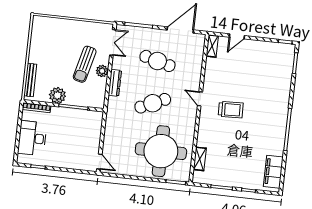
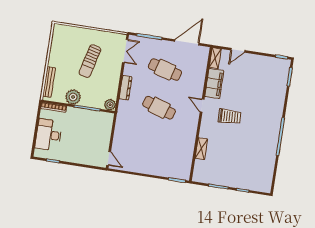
sun lounger: (85, 64) -> (90, 61), moved
plant: (102, 71) -> (110, 105), moved
cafe table: (153, 103) -> (159, 108), turned 42
round table: (161, 151) -> (165, 151), removed
shelving: (200, 159) -> (201, 149), moved
filing cabinet: (273, 172) -> (214, 83), moved, turned 180

